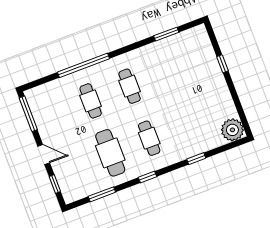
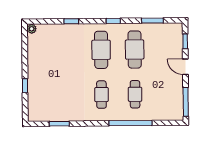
plant: (232, 130) -> (32, 29), width x0.53, depth x0.53
cafe table: (149, 138) -> (101, 50), width x1.37, depth x1.35

